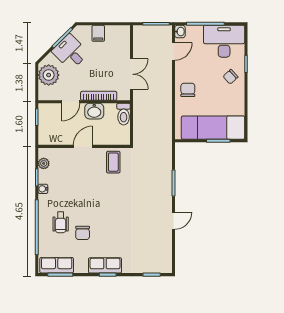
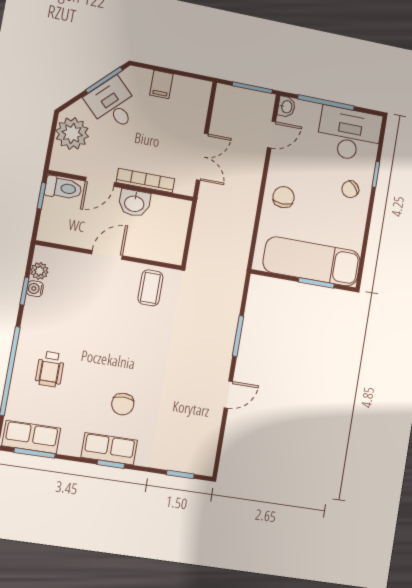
toilet: (124, 114) -> (63, 188), moved, turned -90
water cooler: (43, 189) -> (35, 289), moved
chair: (83, 233) -> (123, 404), moved

